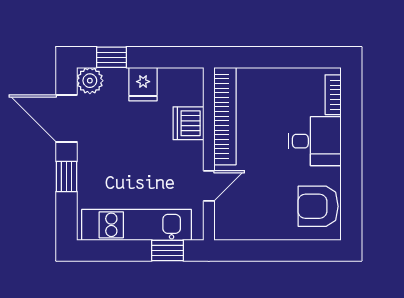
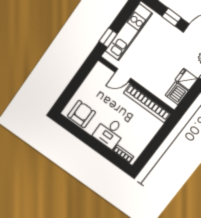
dishwasher: (188, 123) -> (177, 93), moved, turned -90
door: (209, 186) -> (123, 75), hinge flipped

